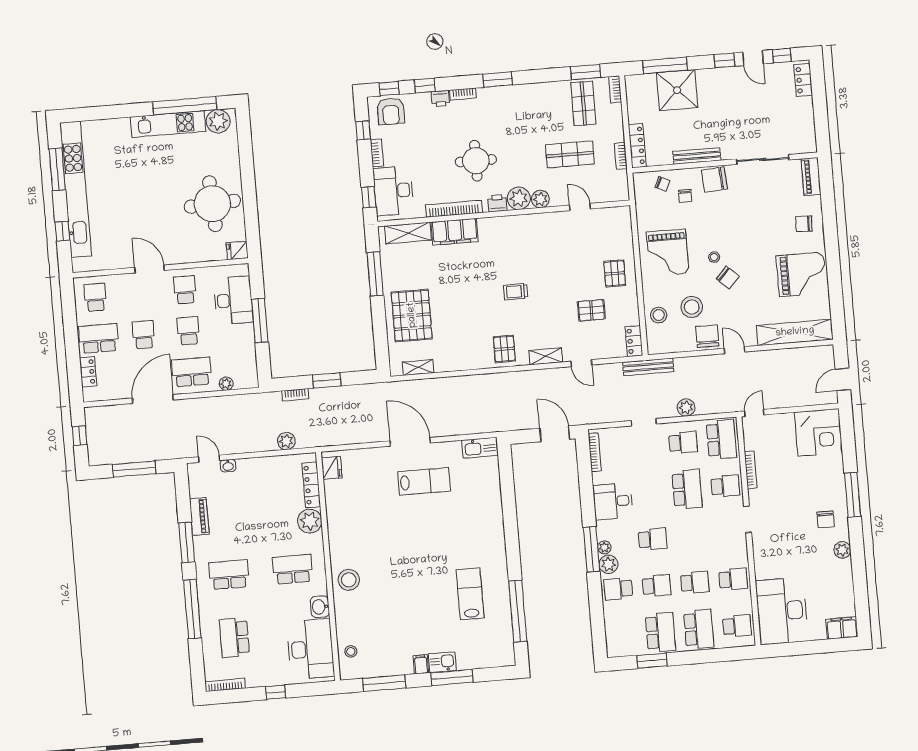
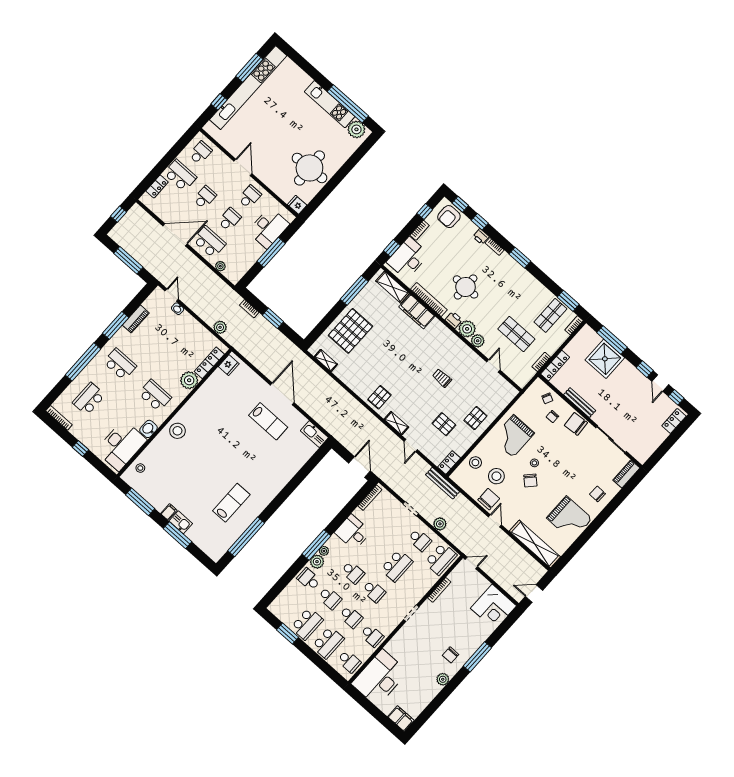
trolley: (516, 292) -> (442, 378), moved
school desk: (725, 486) -> (374, 591), moved

